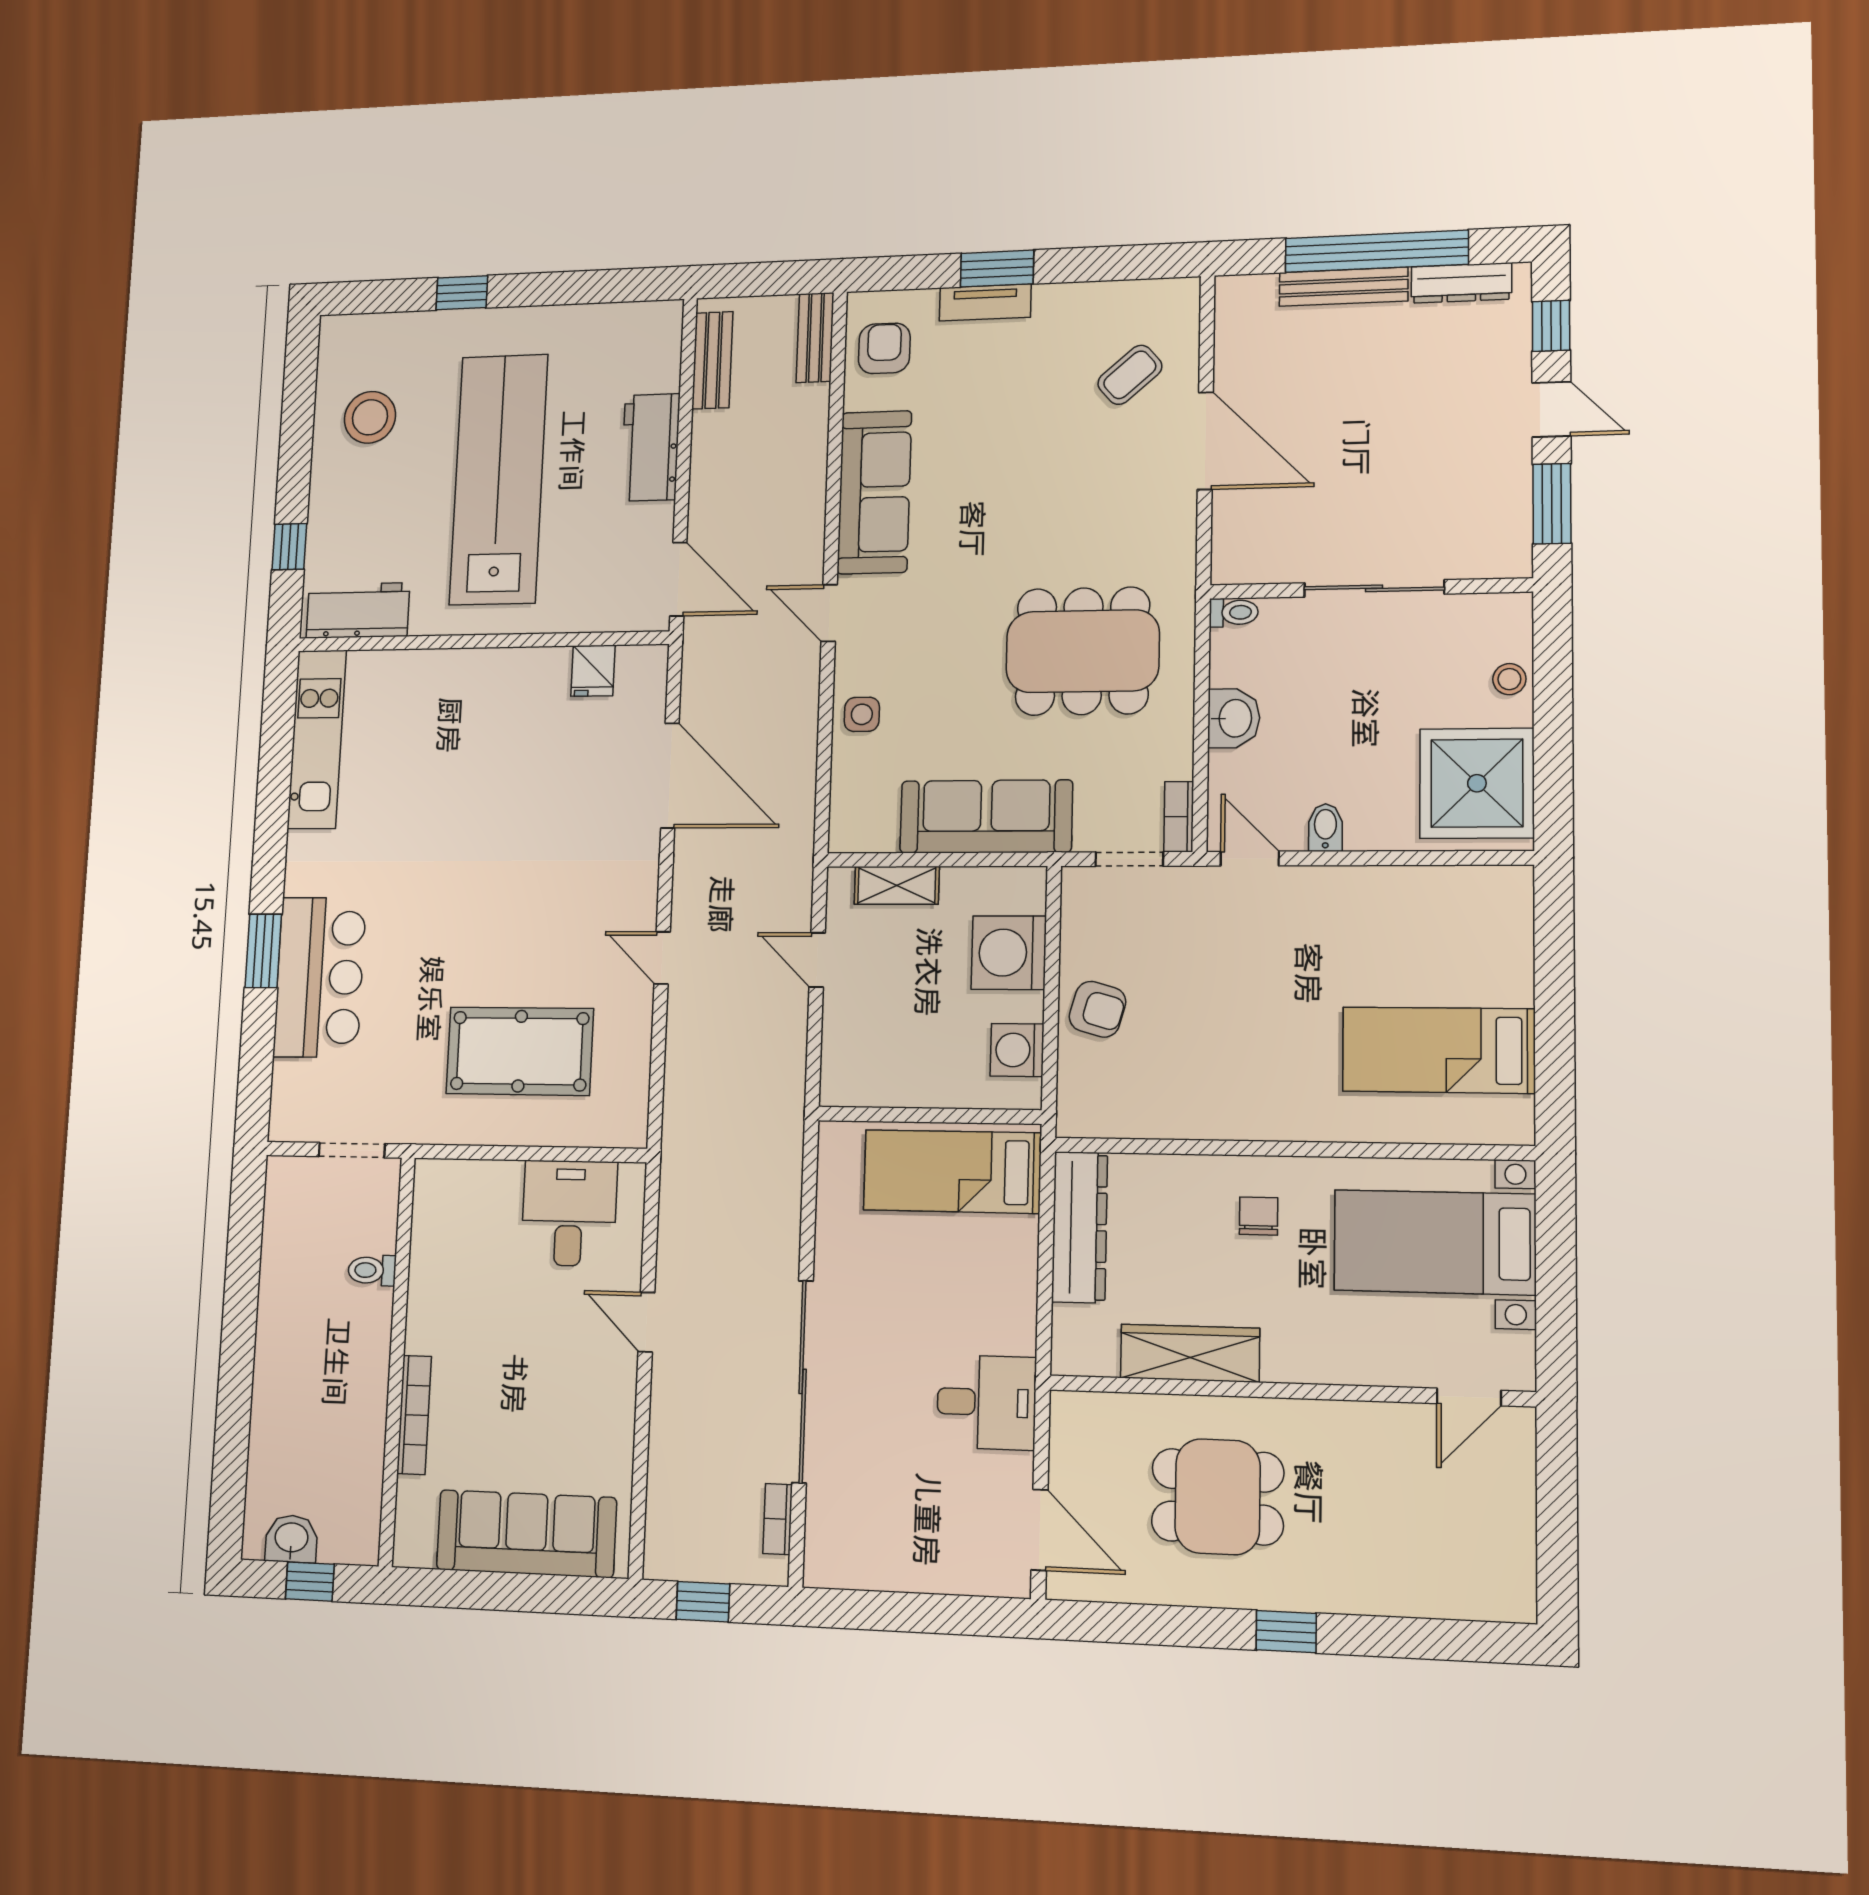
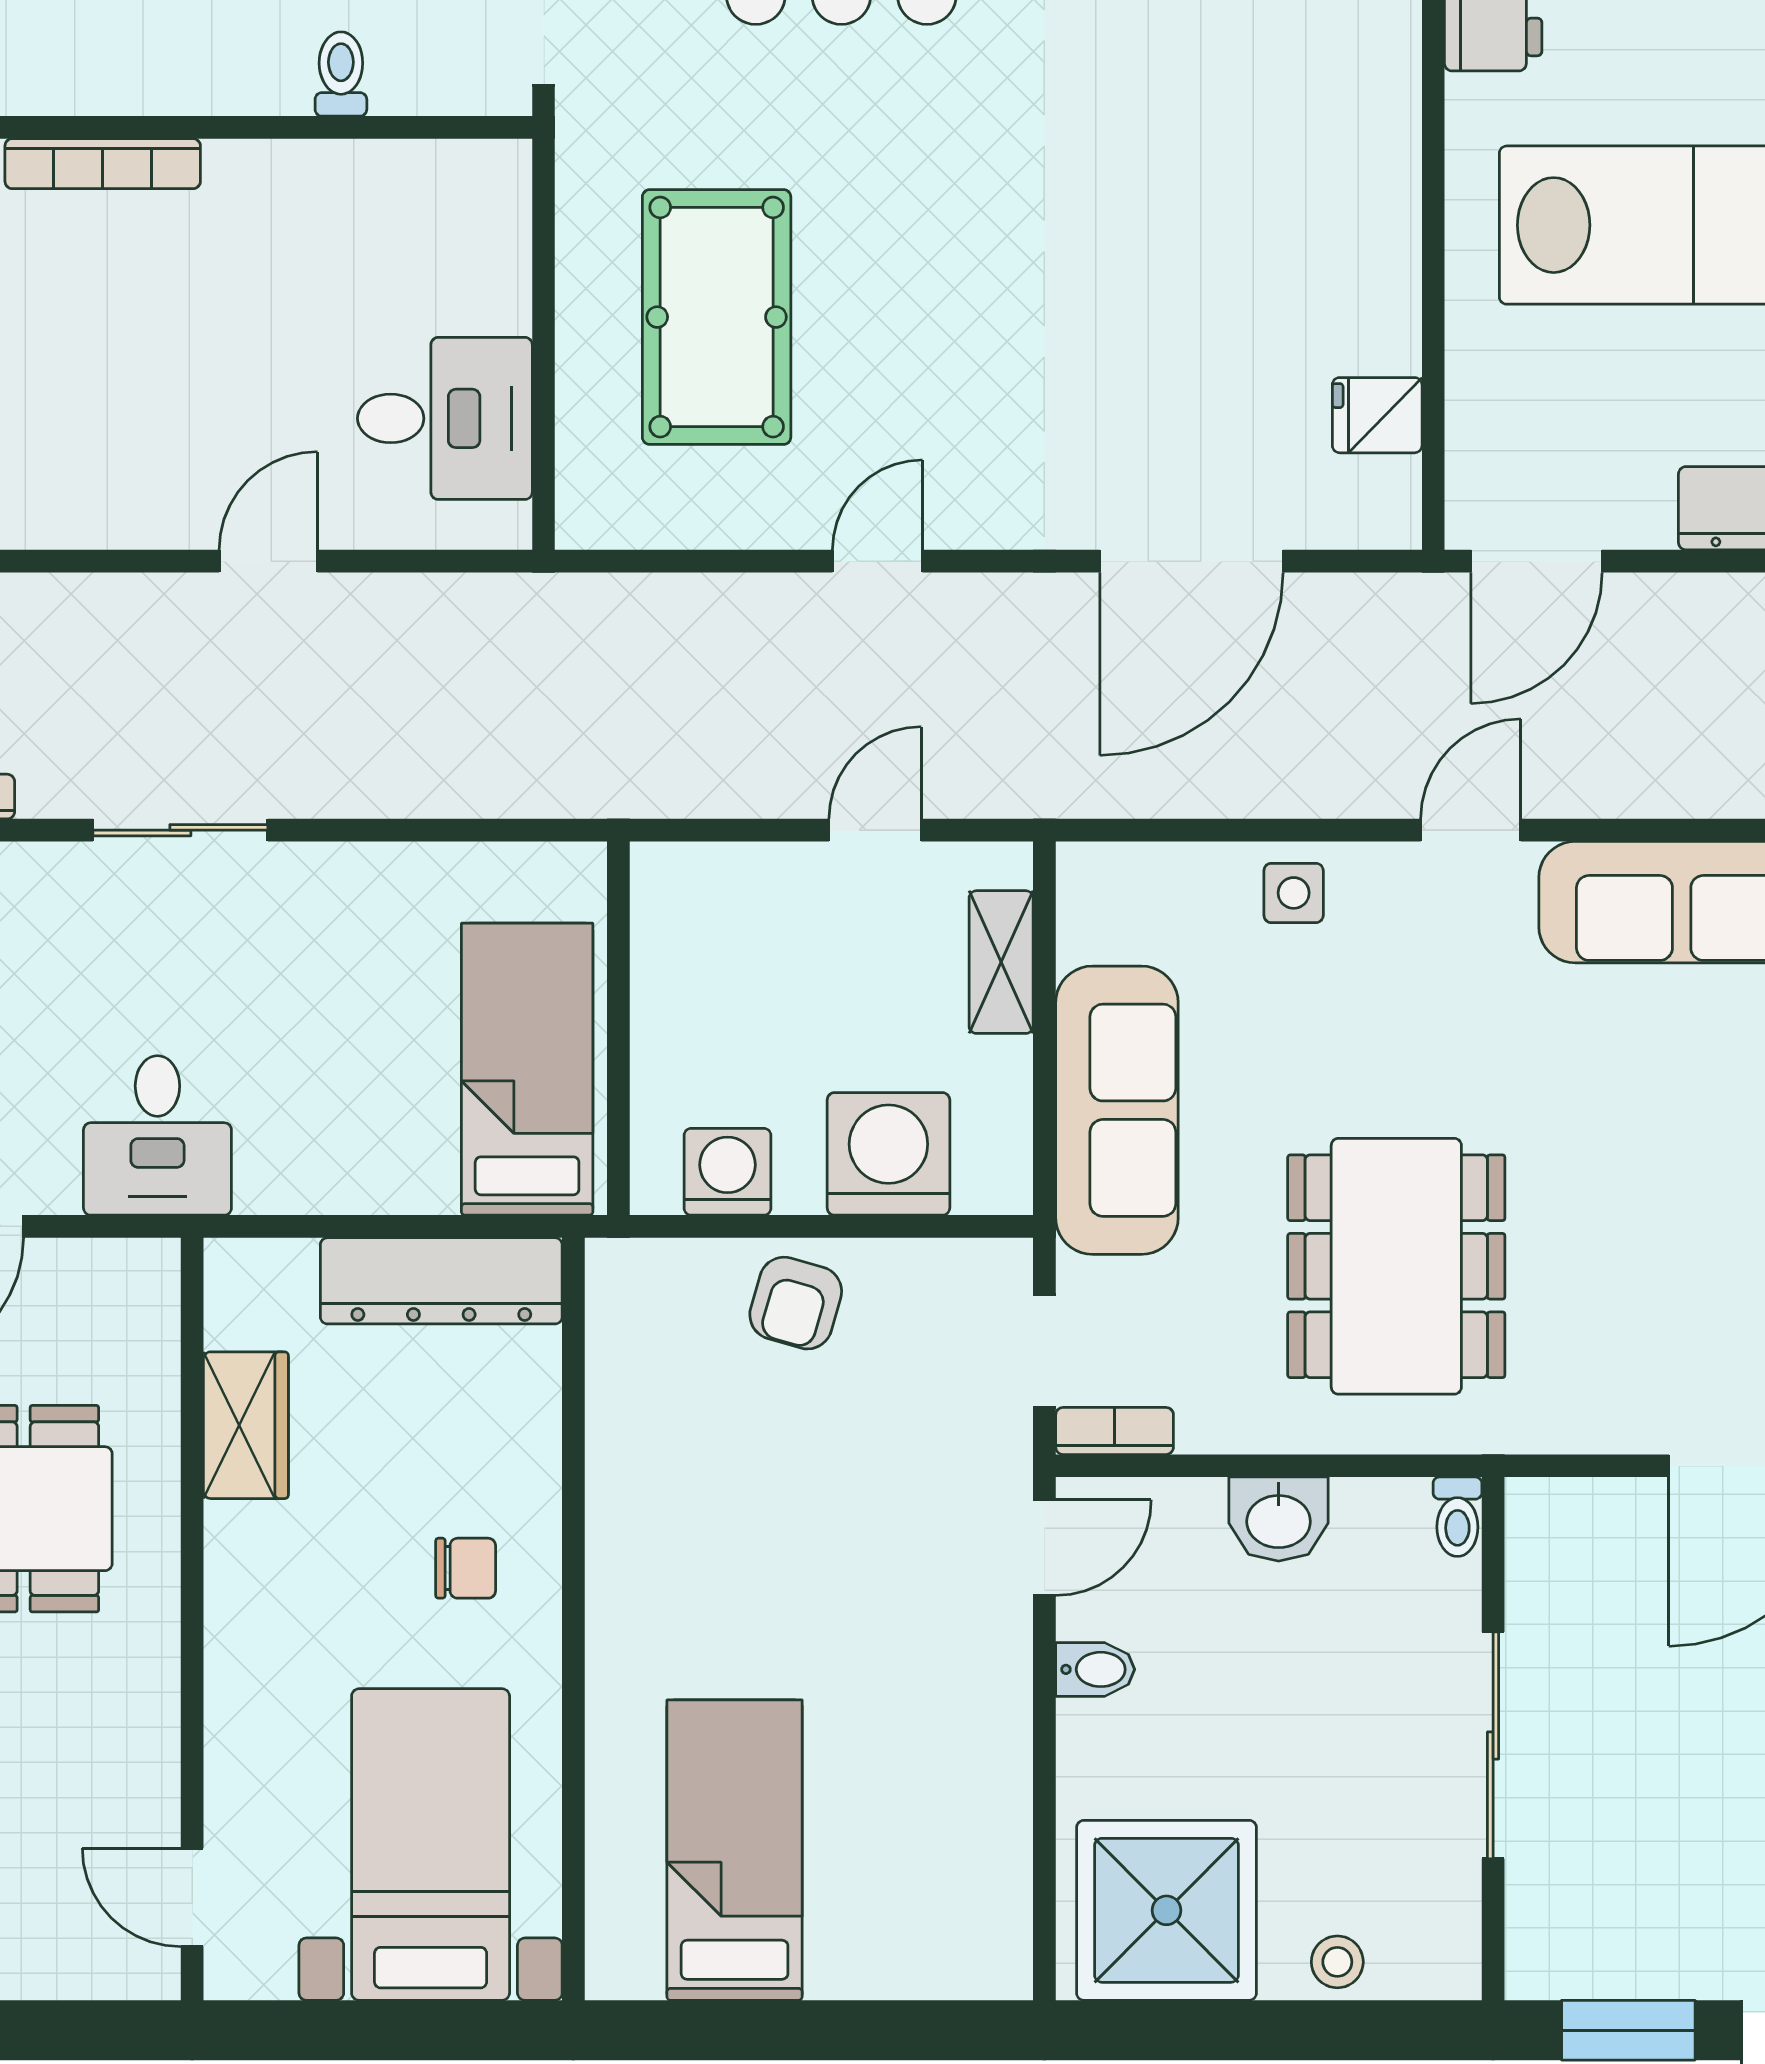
wardrobe: (1190, 1353) -> (246, 1425), width x0.67
sliding door: (803, 1381) -> (180, 830), width x0.54

